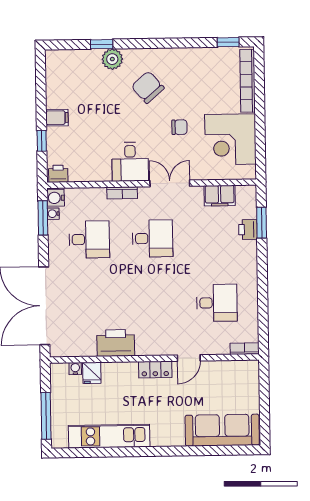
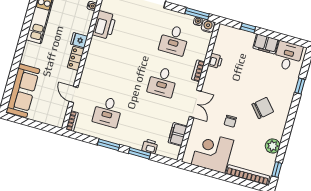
plant: (112, 59) -> (273, 146), moved
filing cabinet: (57, 118) -> (266, 44), width x2.00
desk: (130, 162) -> (288, 56), moved, turned 90
printer: (58, 174) -> (215, 61), moved
window: (262, 223) -> (140, 153), moved
window: (263, 288) -> (109, 145), added
printer: (116, 343) -> (104, 25), moved
door: (189, 358) -> (73, 94), moved
fridge: (92, 373) -> (79, 40), moved

